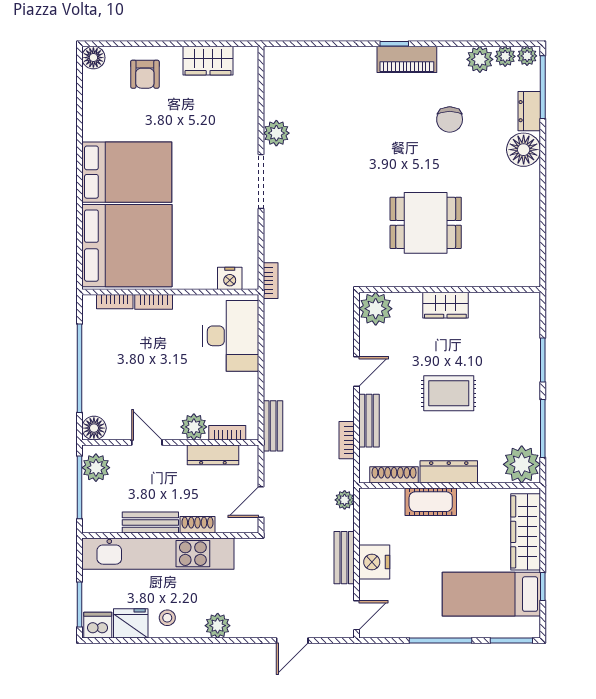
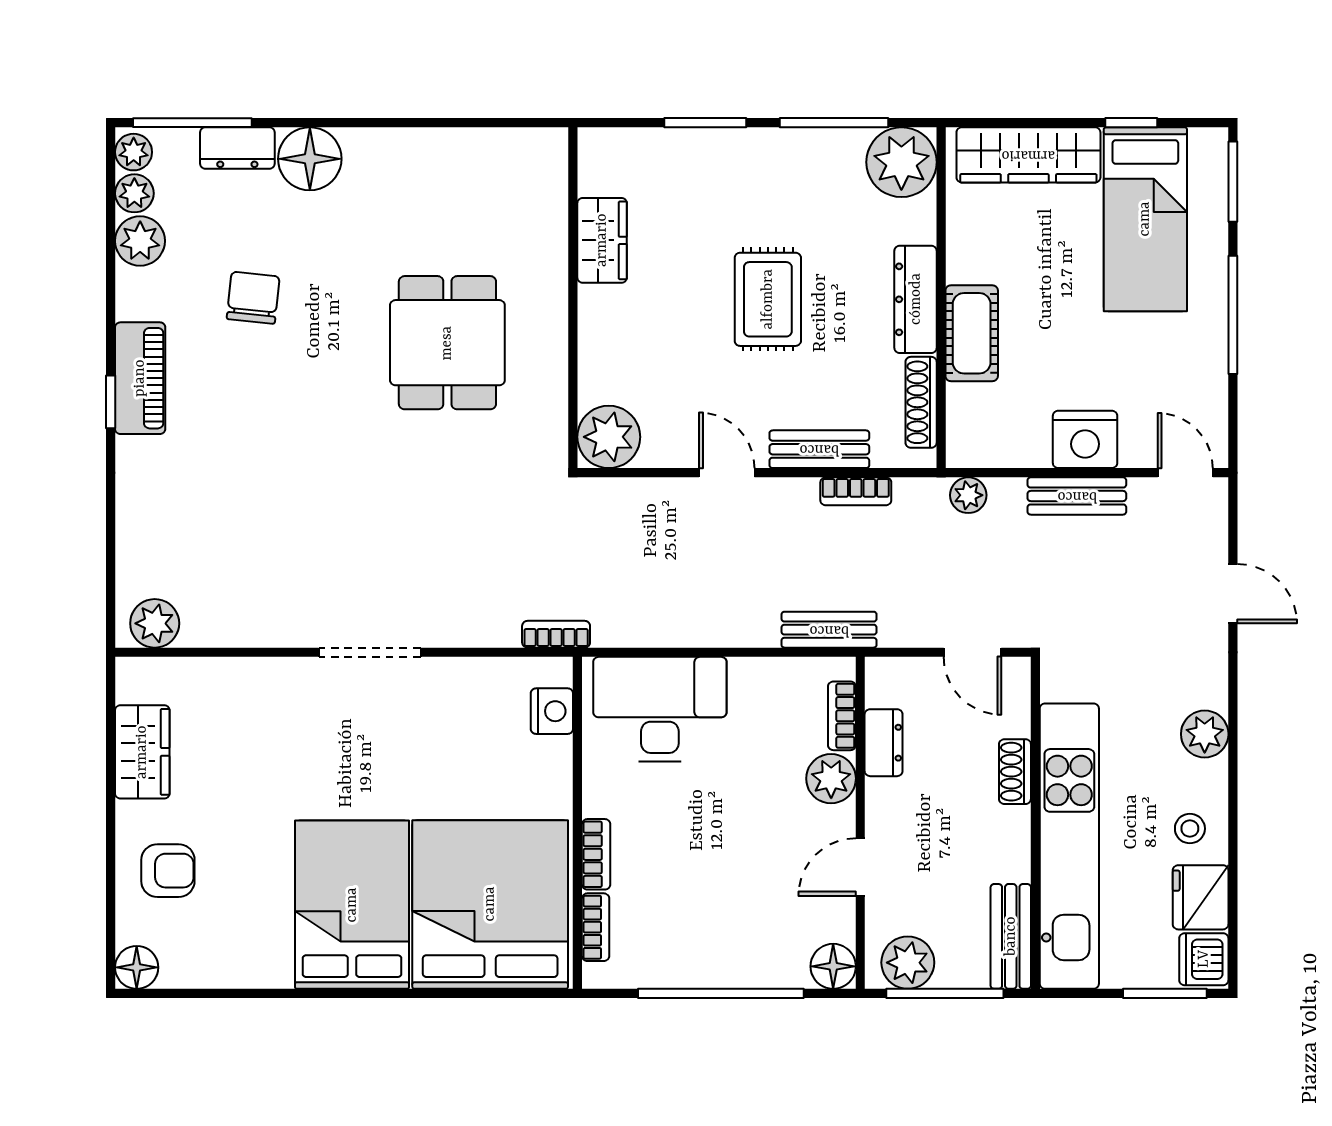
chair: (450, 120) -> (253, 298), turned -84
plant: (276, 133) -> (155, 623), moved
wardrobe: (445, 305) -> (602, 240), moved
dresser: (213, 455) -> (884, 743), width x0.70
bench: (150, 522) -> (1011, 936), moved

